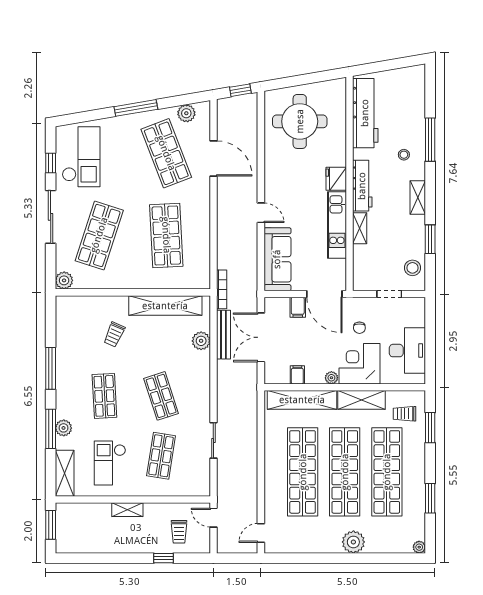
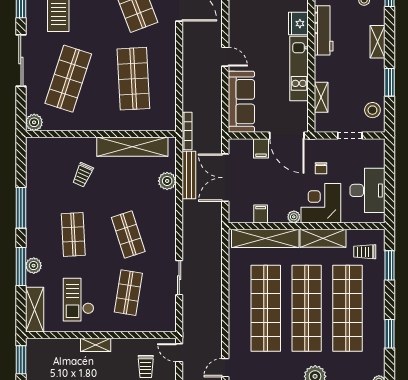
shelving: (360, 228) -> (321, 97), moved

